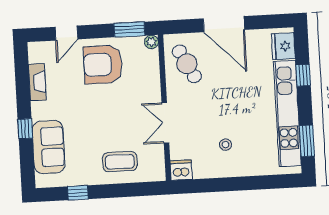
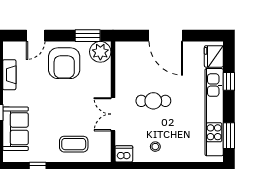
plant: (151, 42) -> (100, 52), width x1.87, depth x1.87
armchair: (103, 64) -> (64, 63), turned -90
cafe table: (187, 64) -> (153, 101), moved, turned -62
stool: (225, 145) -> (155, 147), moved

